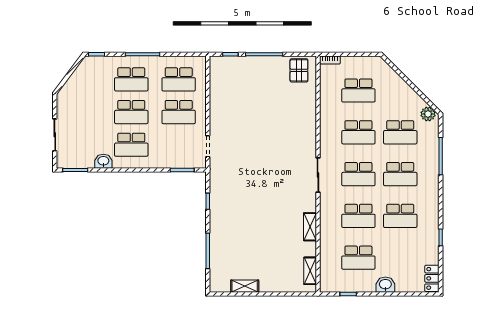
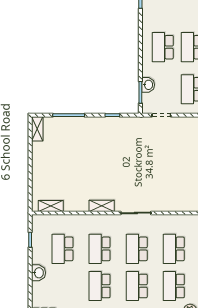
washbasin: (103, 161) -> (148, 85), moved
shelving: (310, 227) -> (102, 206), moved
shelving: (245, 286) -> (37, 129), moved

